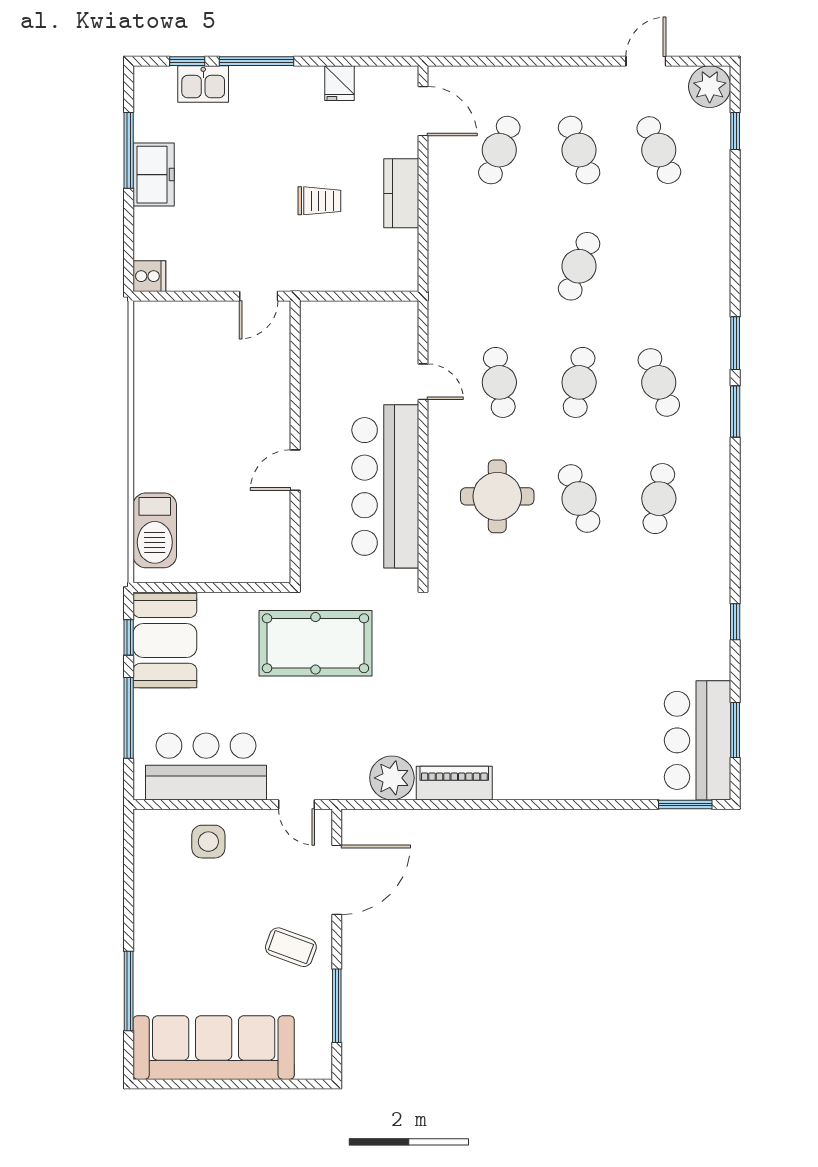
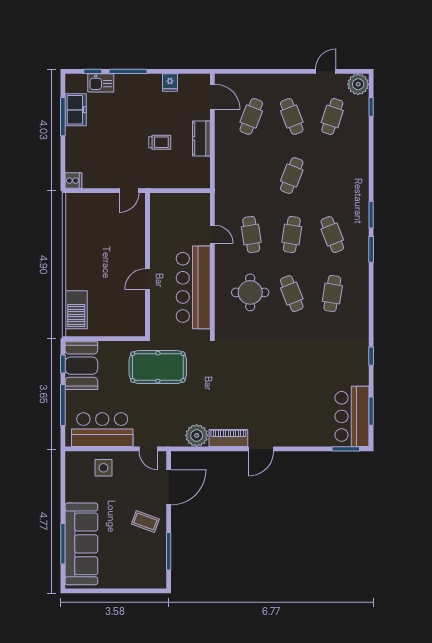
cafe table: (659, 150) -> (332, 116), turned 42
freezer: (154, 175) -> (76, 110), moved
door: (519, 804) -> (261, 449), added
sofa: (214, 1048) -> (81, 544), moved, turned 90

